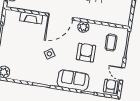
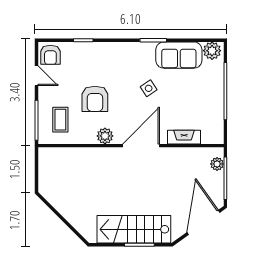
sofa: (73, 80) -> (179, 55), moved

